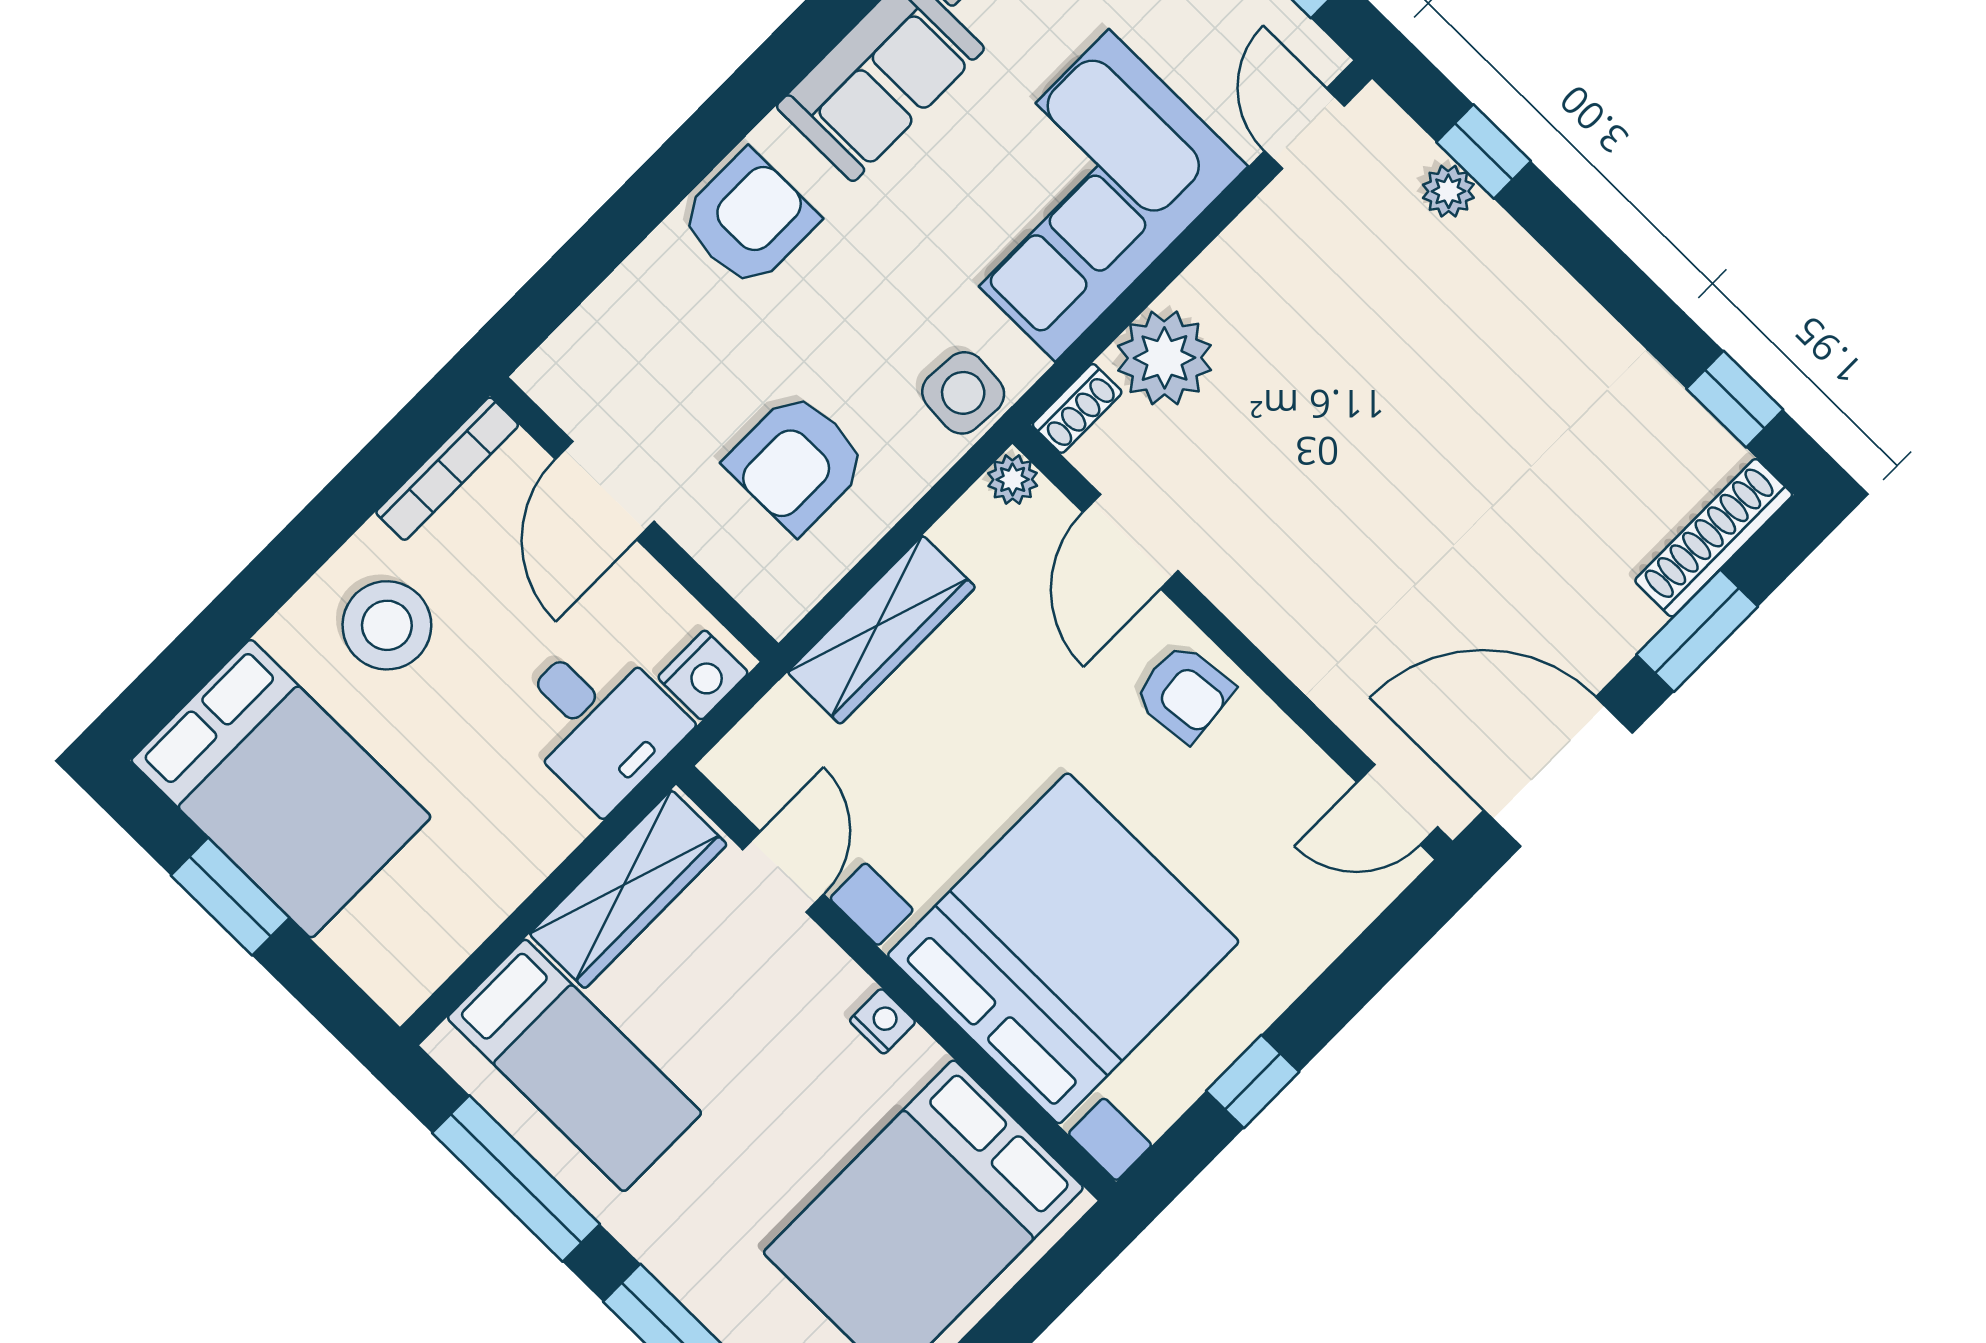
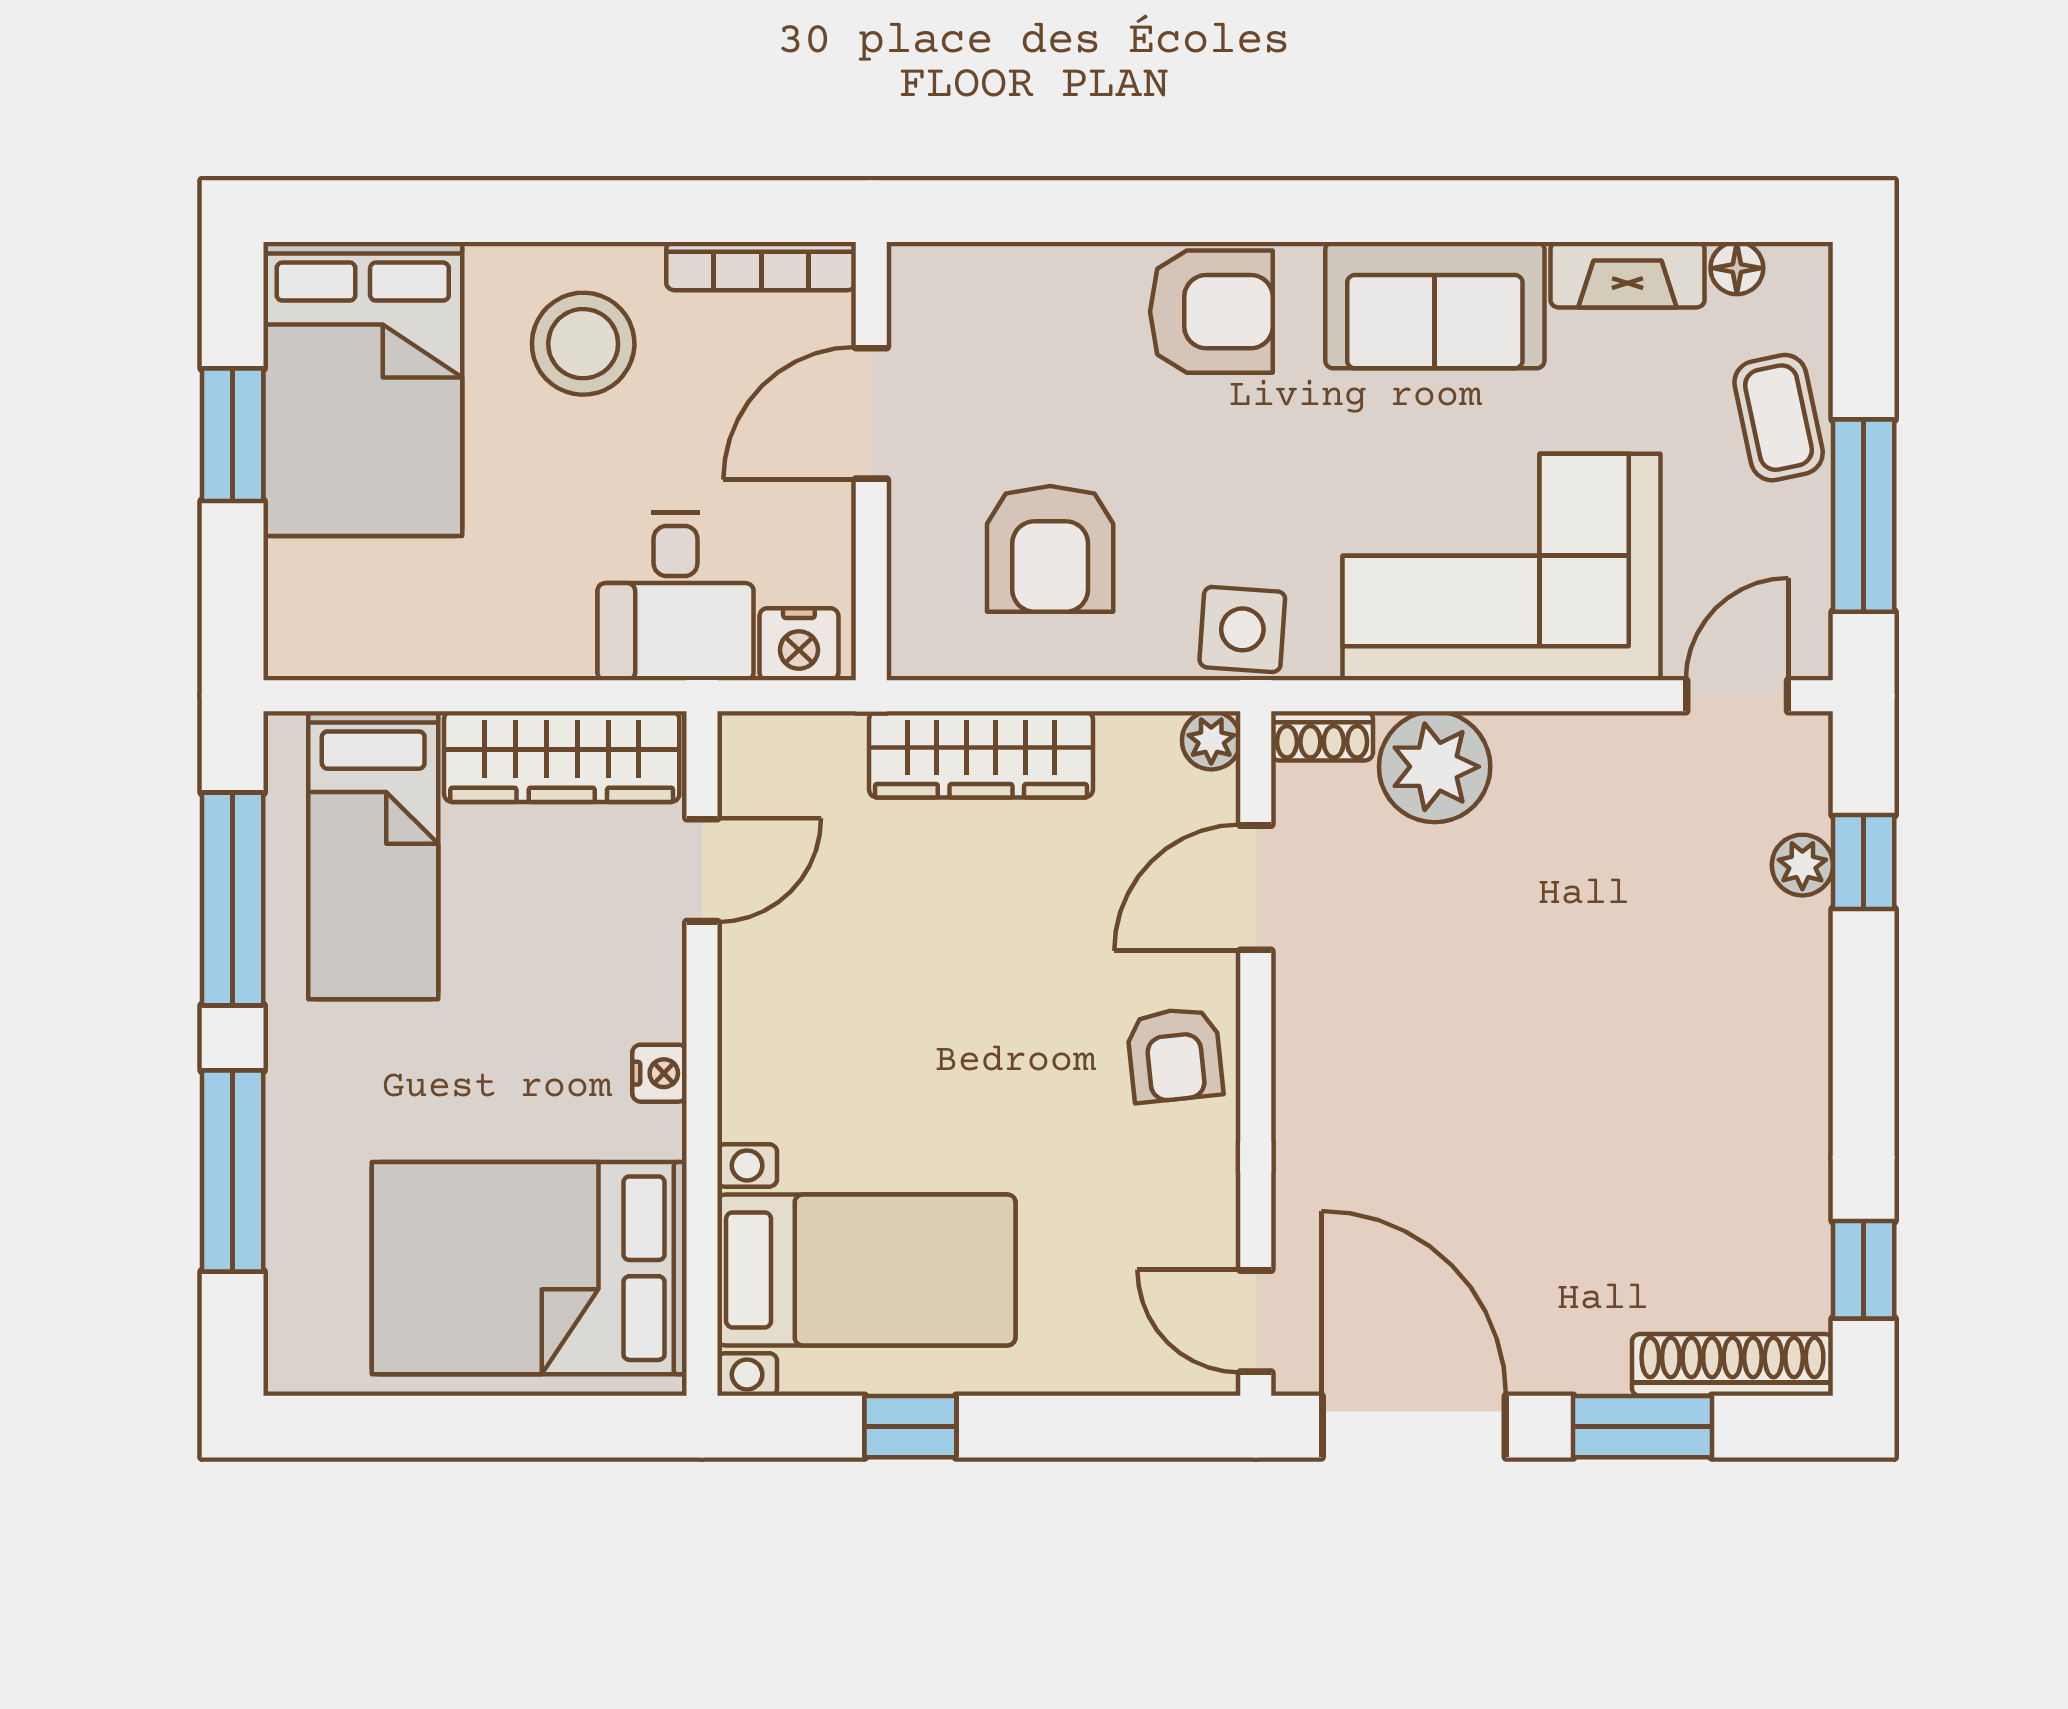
armchair: (797, 462) -> (1050, 549), turned -90
bed with nightstands: (1063, 948) -> (866, 1270), width x0.54

